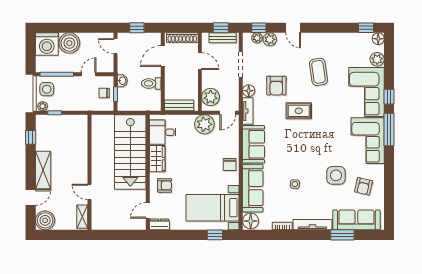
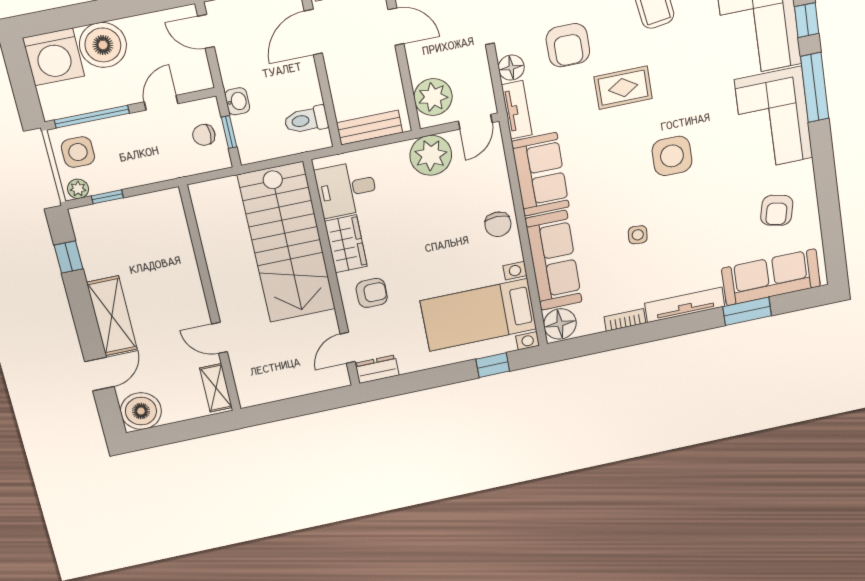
toilet: (151, 83) -> (306, 120), moved
side table: (336, 175) -> (672, 156), moved

